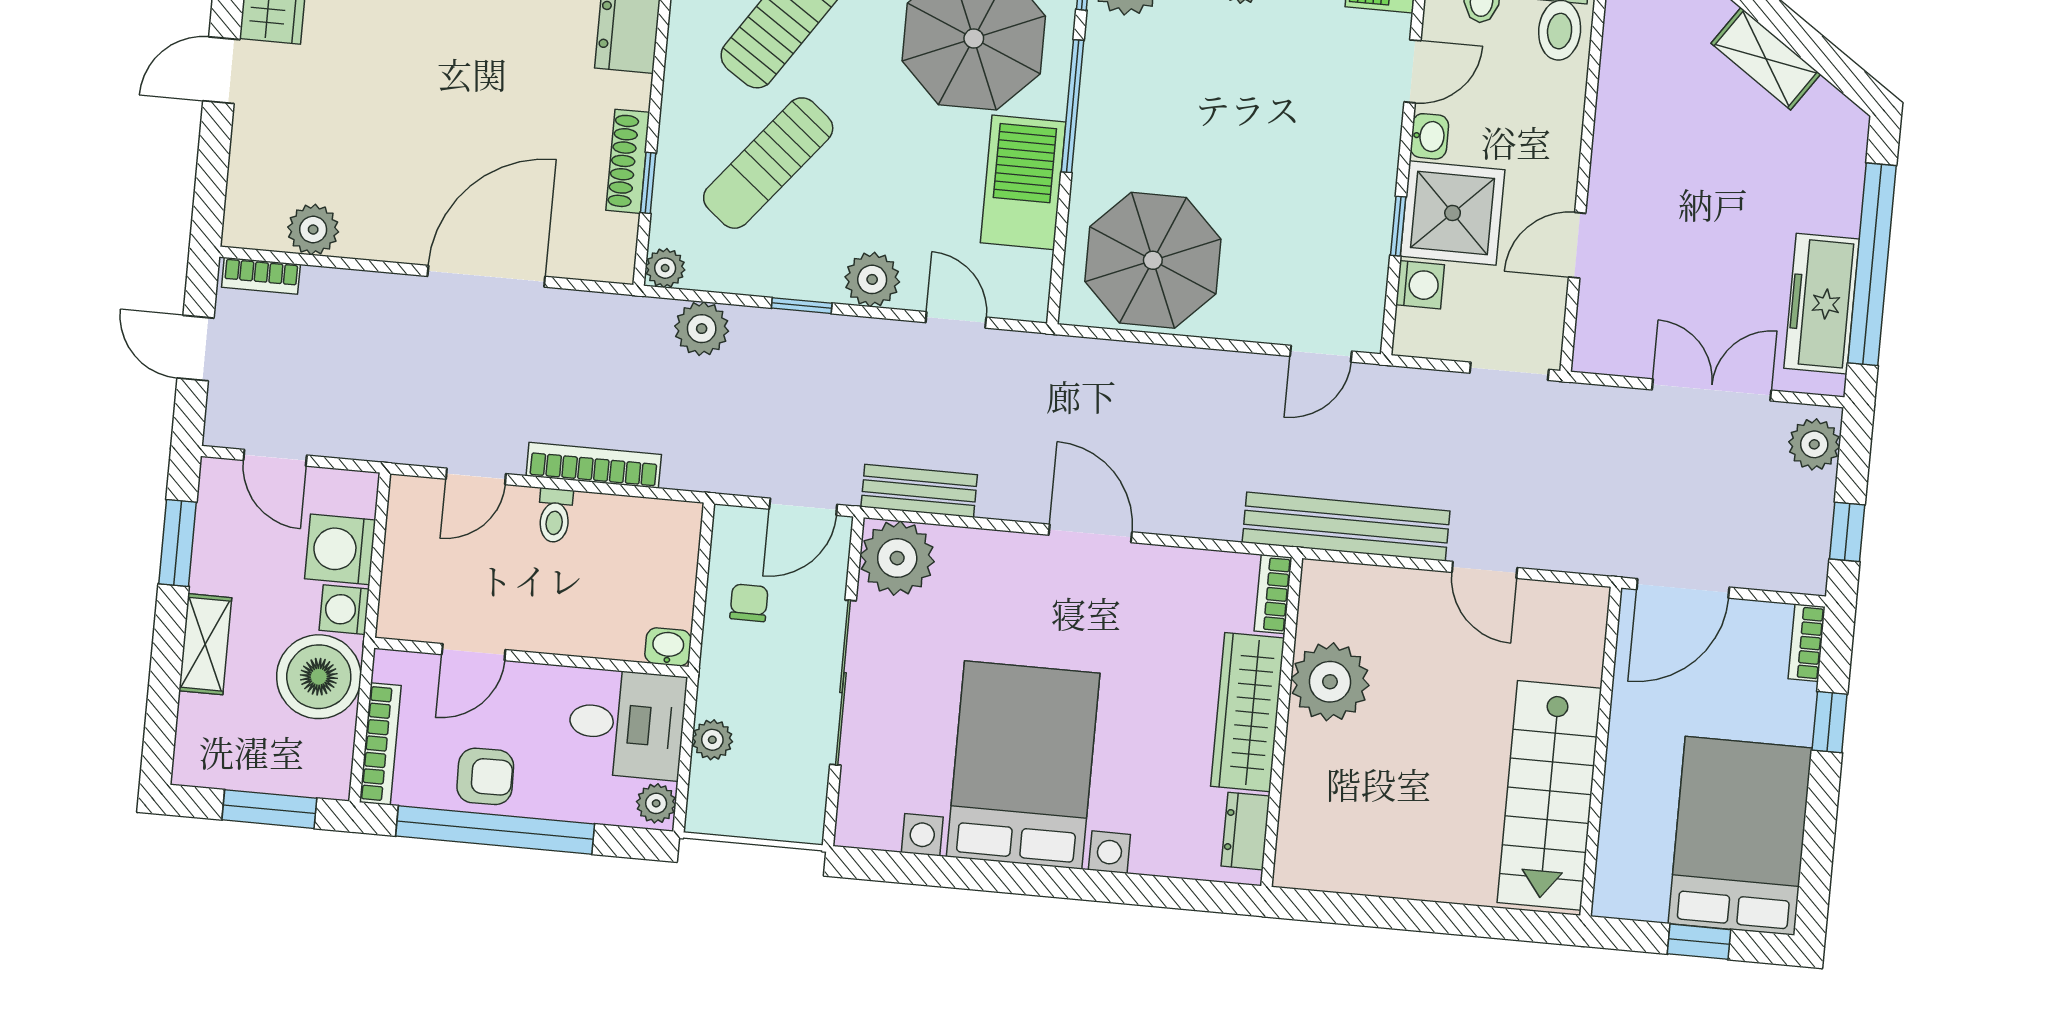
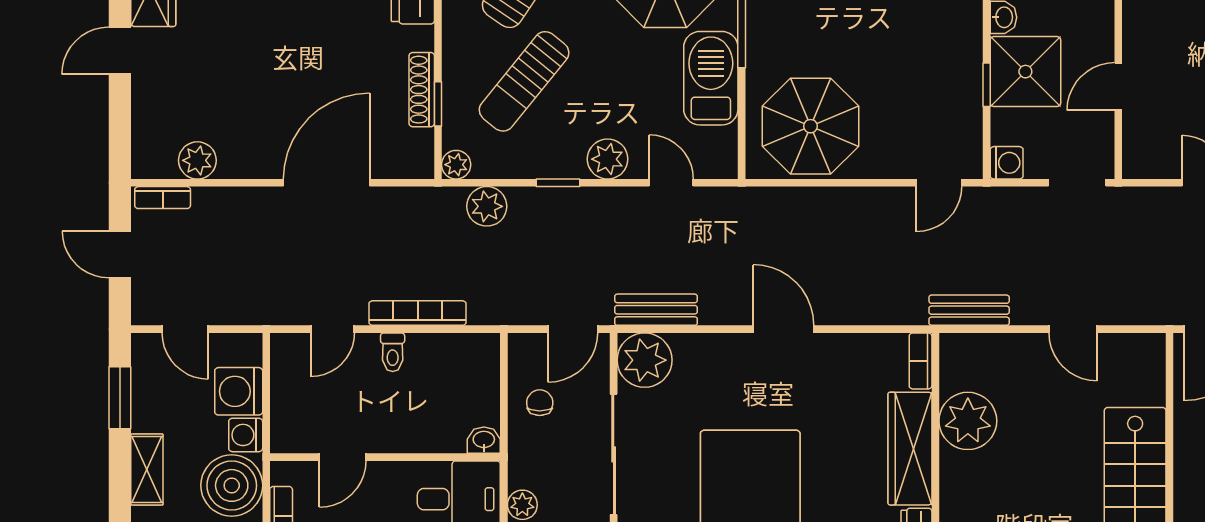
washing machine: (1420, 285) -> (1007, 163), moved
bench: (1346, 527) -> (969, 310), width x0.54, depth x0.82

